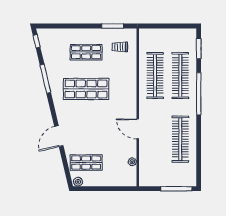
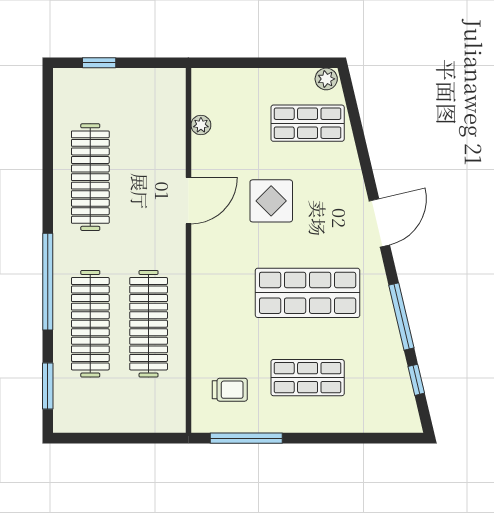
window: (113, 26) -> (246, 438), width x1.44
window: (37, 41) -> (416, 380), moved
display table: (102, 129) -> (271, 201), added
door: (138, 129) -> (188, 201), hinge flipped
door: (59, 136) -> (379, 223), moved
window: (176, 189) -> (99, 63), width x0.46

